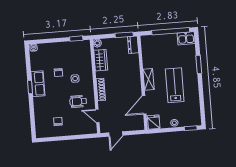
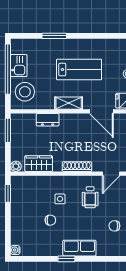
kitchen sink: (186, 38) -> (19, 66), moved
dresser: (133, 45) -> (48, 120), moved
stool: (155, 45) -> (25, 92), added
row of seats: (38, 84) -> (79, 248), moved
lab bench: (175, 85) -> (79, 70), turned 180

